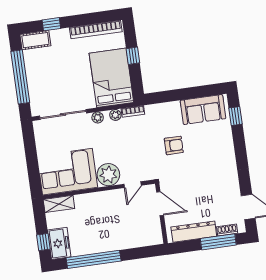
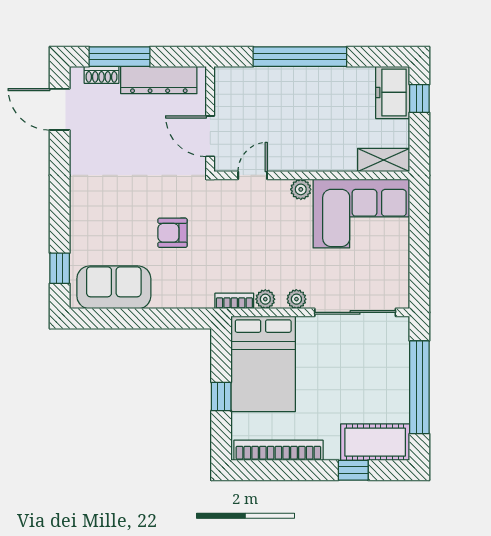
cot: (35, 40) -> (375, 442), width x1.37, depth x1.34
plant: (108, 175) -> (301, 189), width x0.53, depth x0.53
window: (94, 259) -> (300, 57), moved

